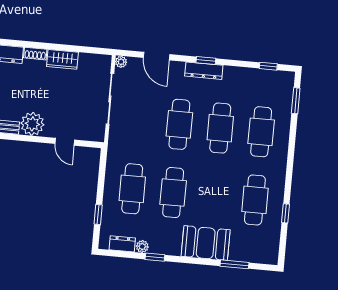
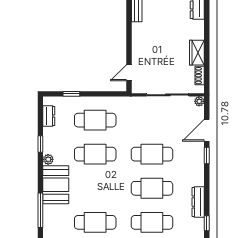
shoe rack: (35, 54) -> (200, 76), moved
window: (206, 61) -> (207, 156), moved
dresser: (204, 71) -> (198, 202), moved
plant: (32, 124) -> (141, 33), removed
door: (65, 142) -> (129, 73), moved
plant: (142, 247) -> (48, 159), moved
window: (234, 264) -> (40, 210), width x1.44

